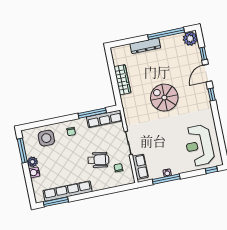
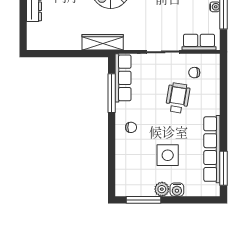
wardrobe: (122, 80) -> (103, 42), moved
side table: (46, 138) -> (168, 155), moved

